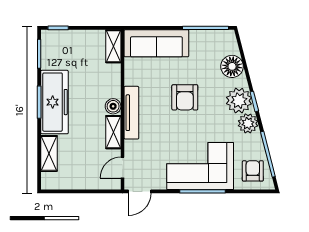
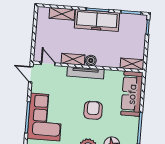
armchair: (185, 97) -> (93, 110), turned 90

